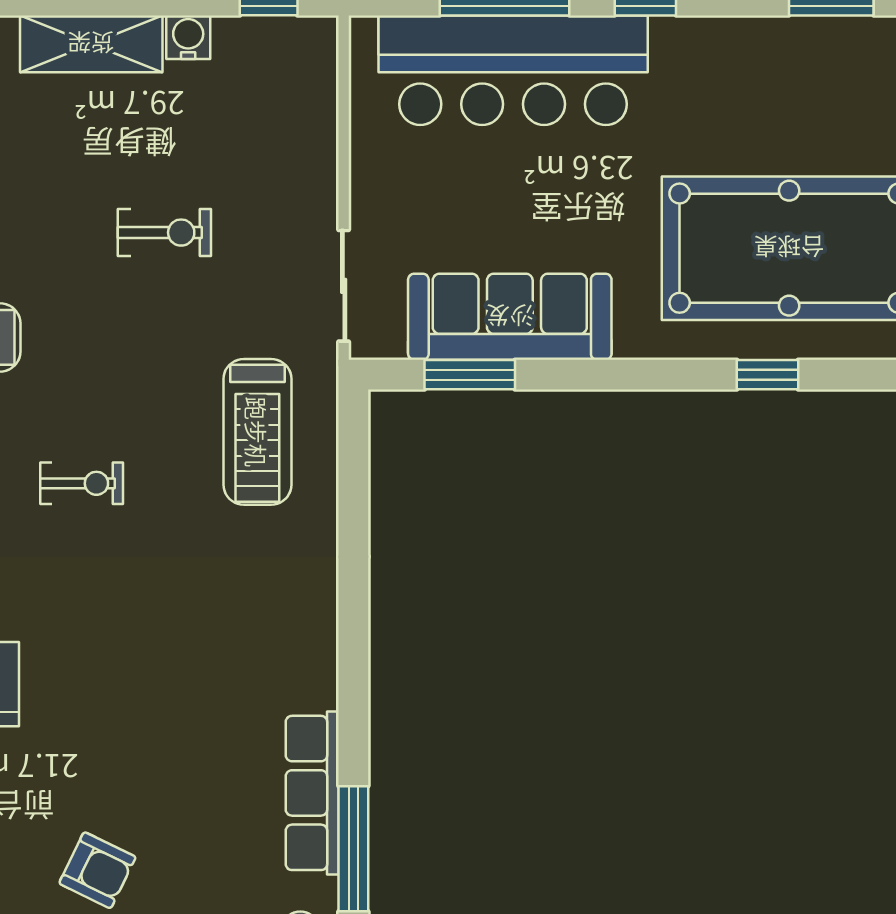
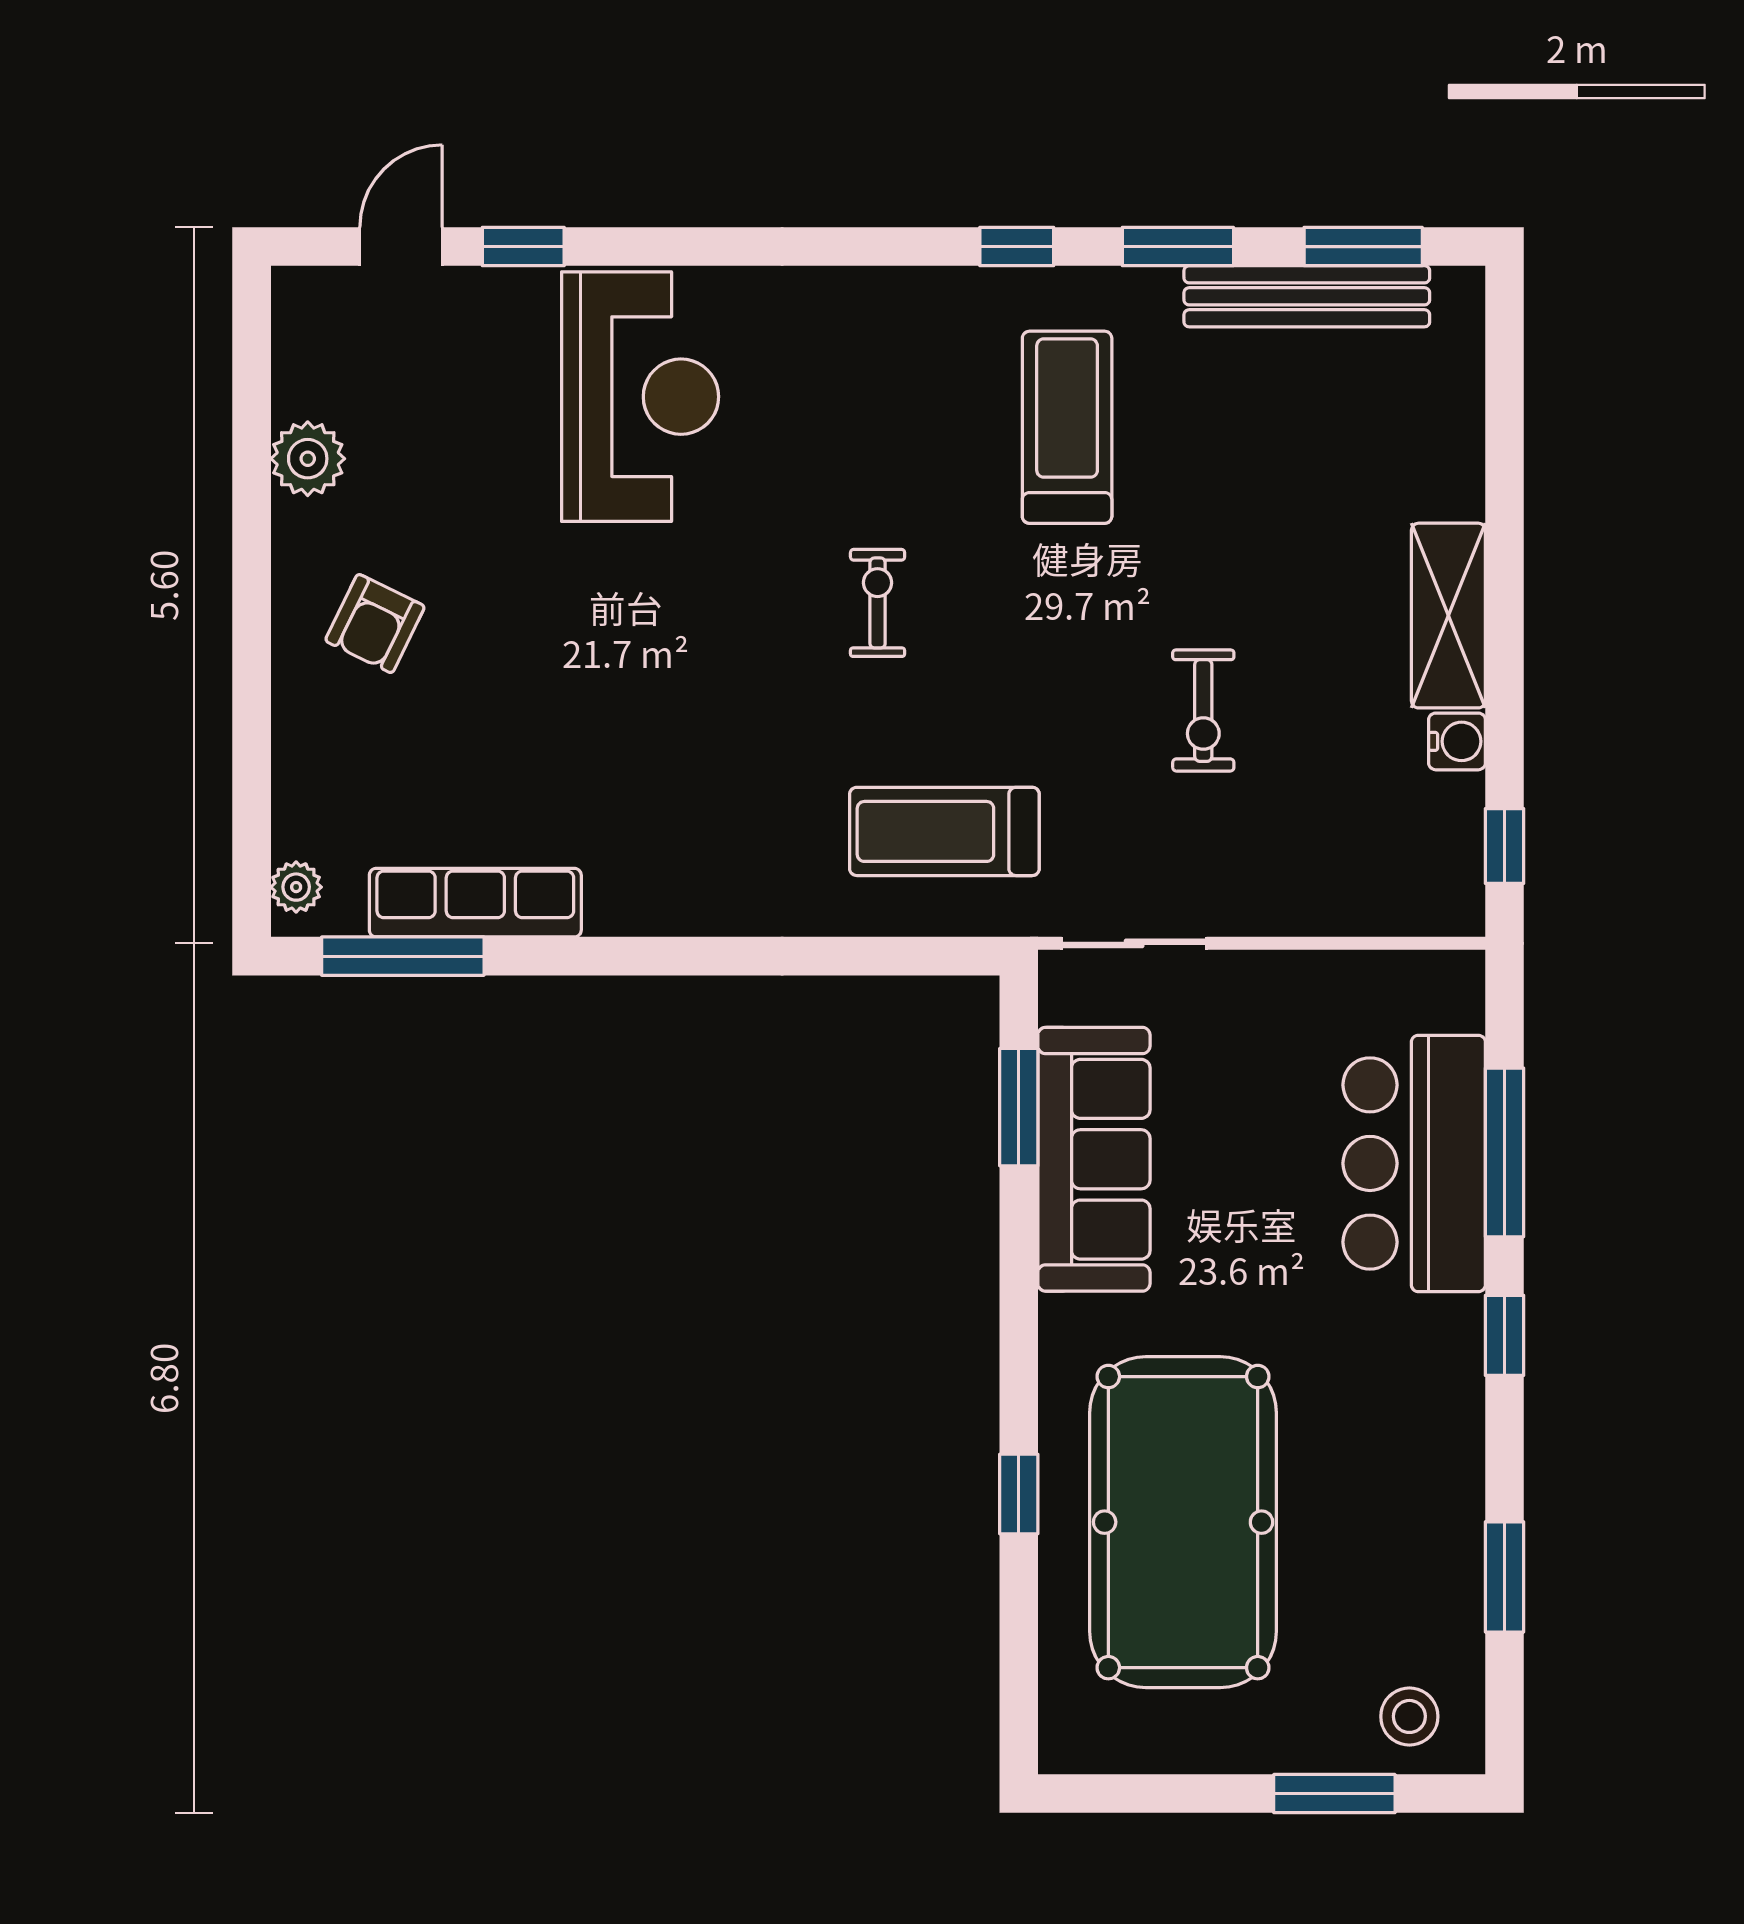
bar counter: (513, 70) -> (1414, 1163), width x0.73
exercise bike: (82, 483) -> (878, 603), turned 180

